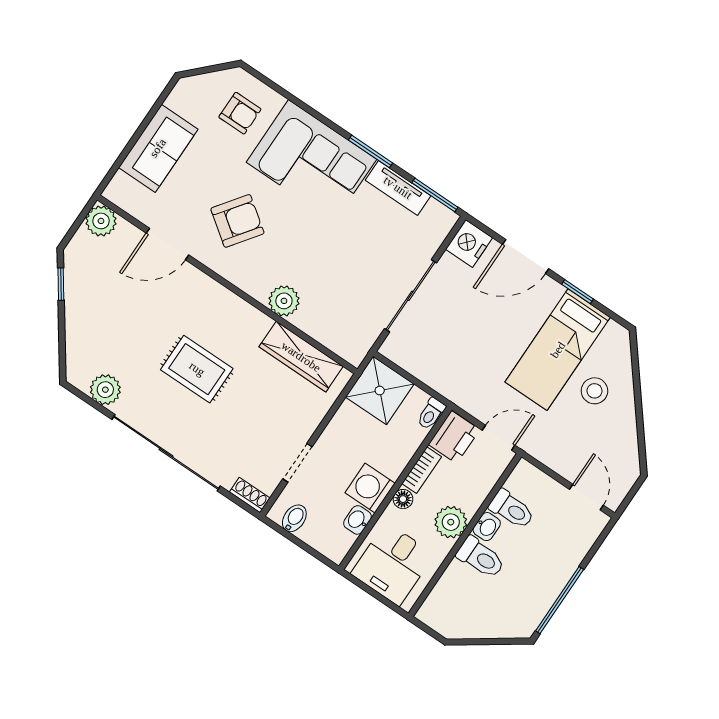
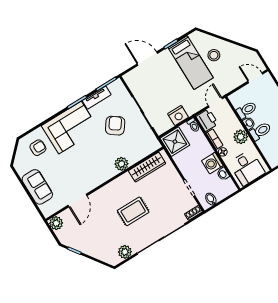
armchair: (237, 221) -> (115, 126), moved
nightstand: (469, 243) -> (178, 115), moved, turned -90
door: (526, 257) -> (147, 59), swing flipped

